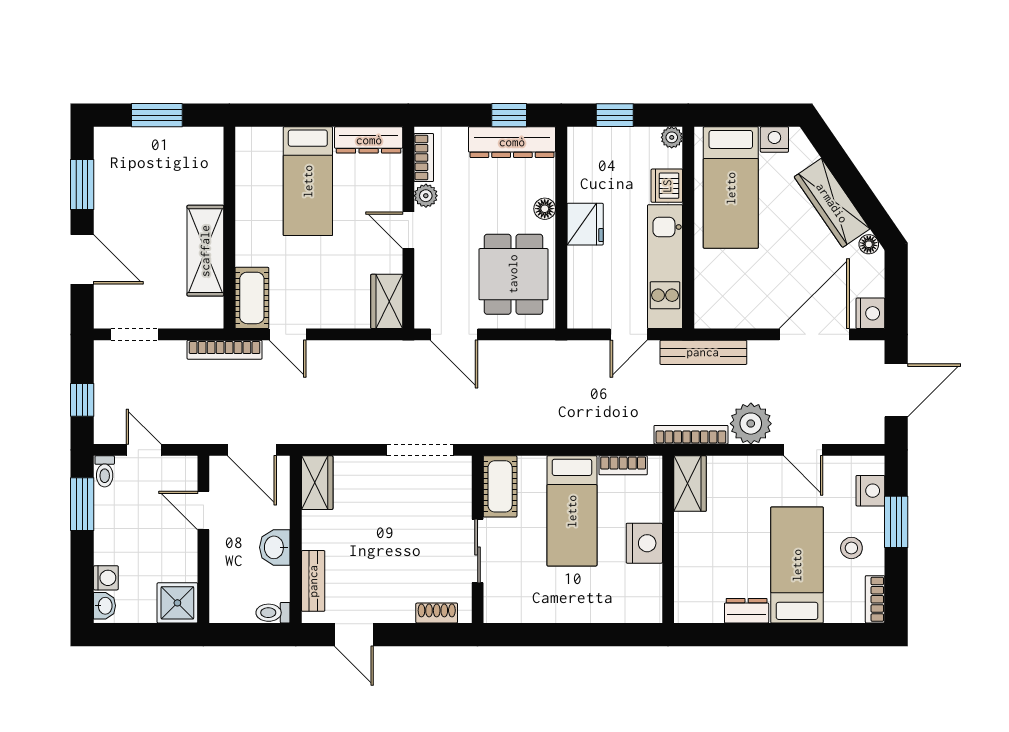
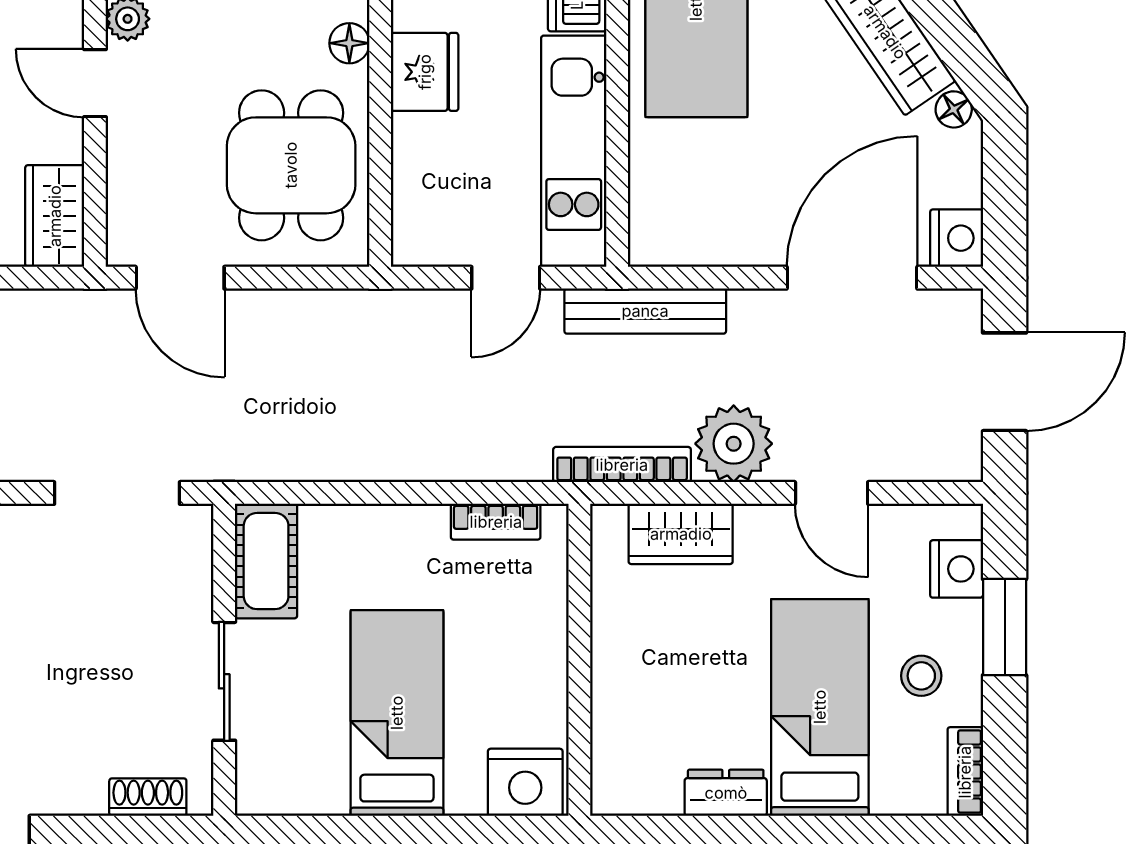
wardrobe: (690, 484) -> (681, 534), moved, turned 90
bed: (572, 511) -> (397, 713), moved, turned 180
nightstand: (644, 543) -> (525, 782), moved, turned 90

